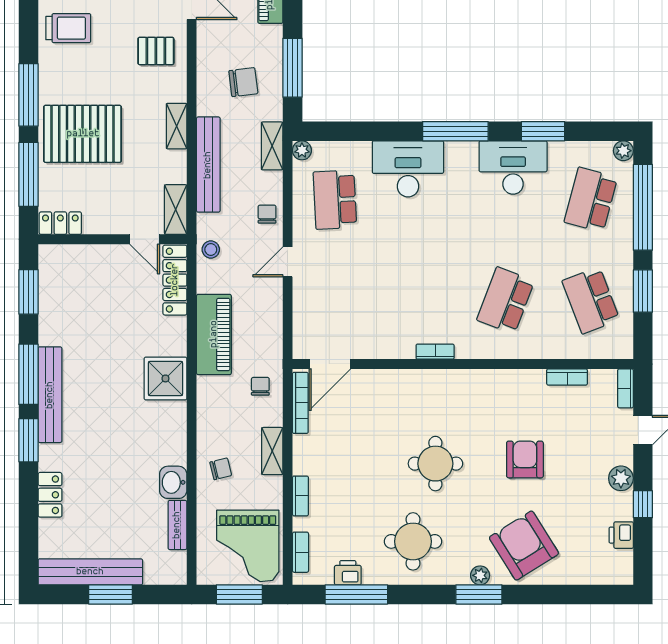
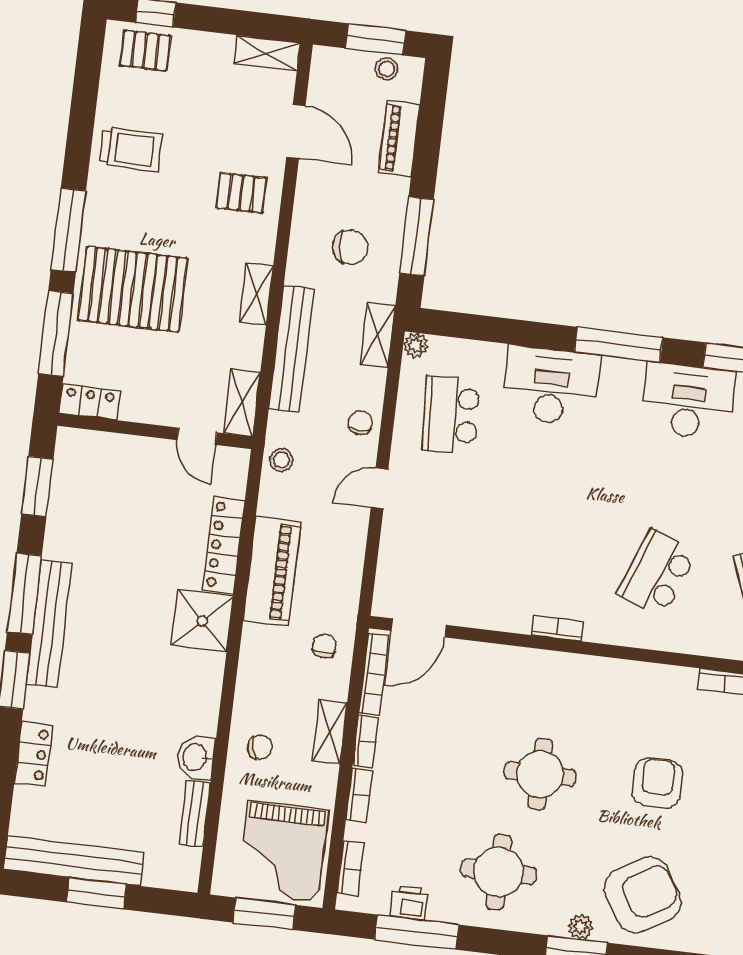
locker: (175, 280) -> (224, 545), moved
bookcase: (300, 455) -> (366, 741), added
armchair: (524, 546) -> (642, 895), turned 91

